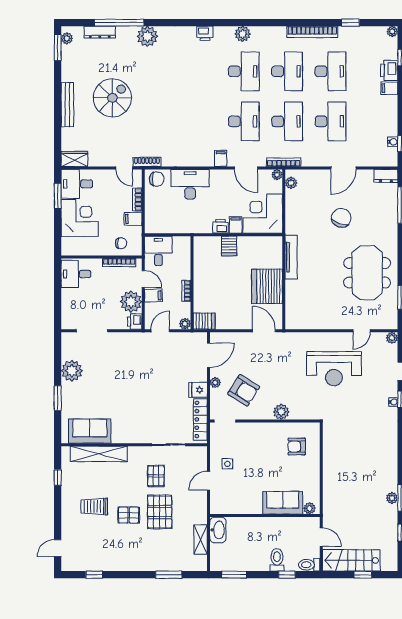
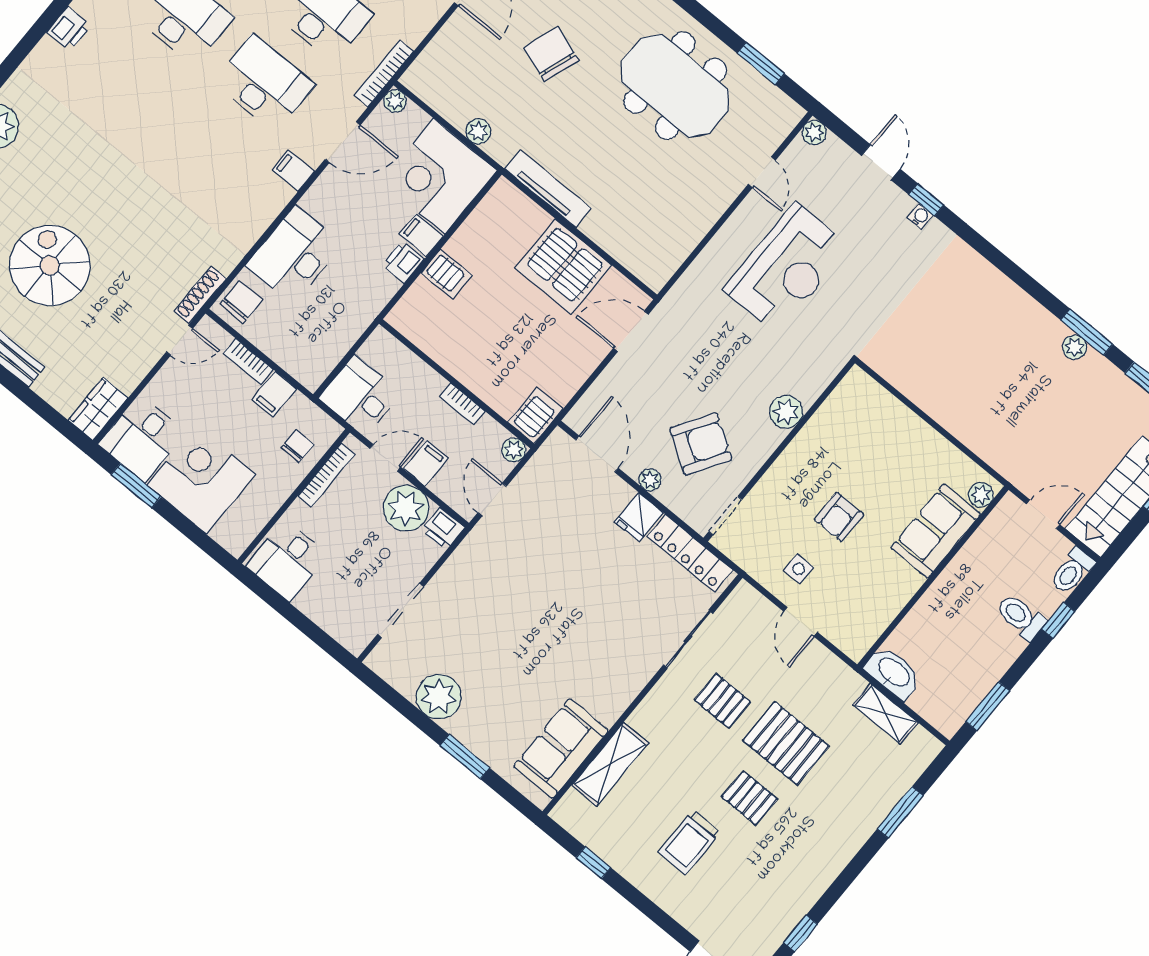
plant: (291, 183) -> (478, 131), moved
armchair: (297, 447) -> (839, 517), moved
shelving: (99, 454) -> (610, 764), width x0.68
pallet: (129, 515) -> (750, 798), turned 90

